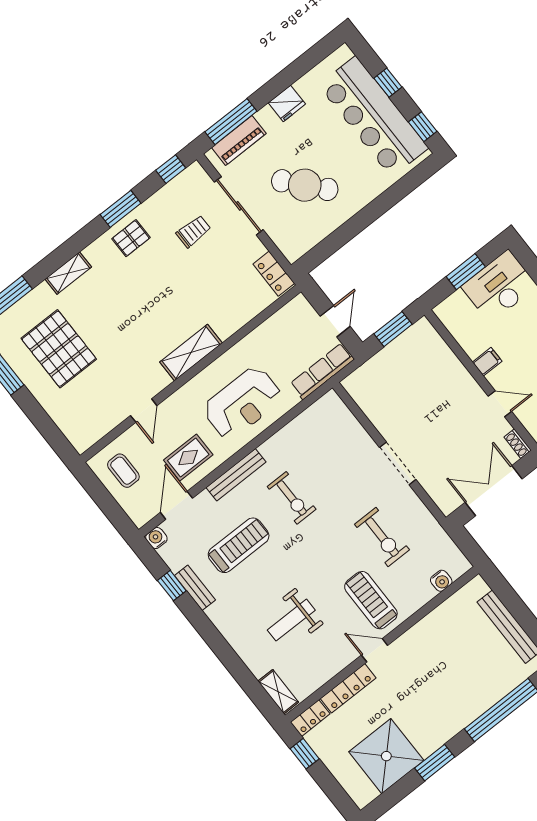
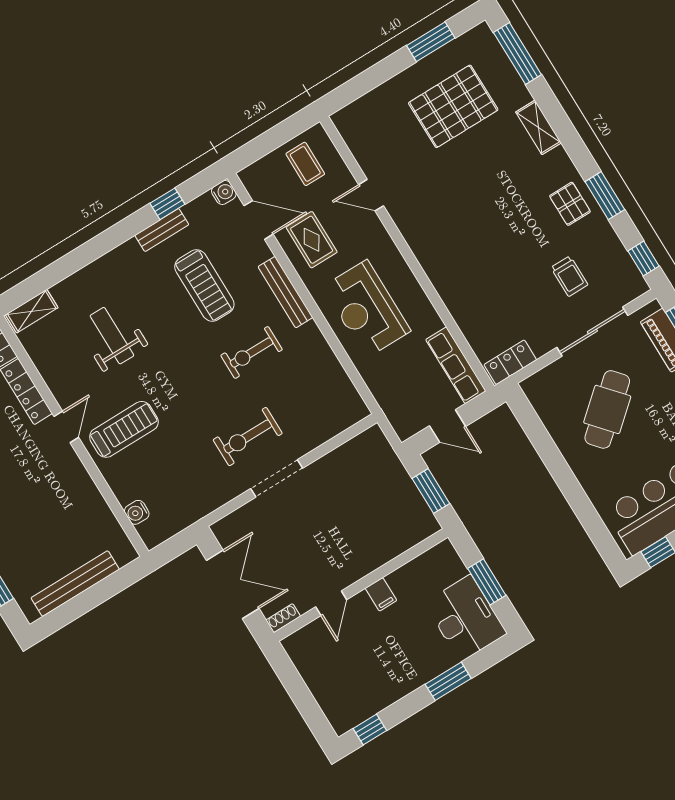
shelving: (191, 353) -> (431, 257), removed
row of seats: (322, 371) -> (456, 365), moved, turned 180
coffee table: (123, 471) -> (305, 164), turned 90
exercise bike: (382, 537) -> (248, 437), moved

